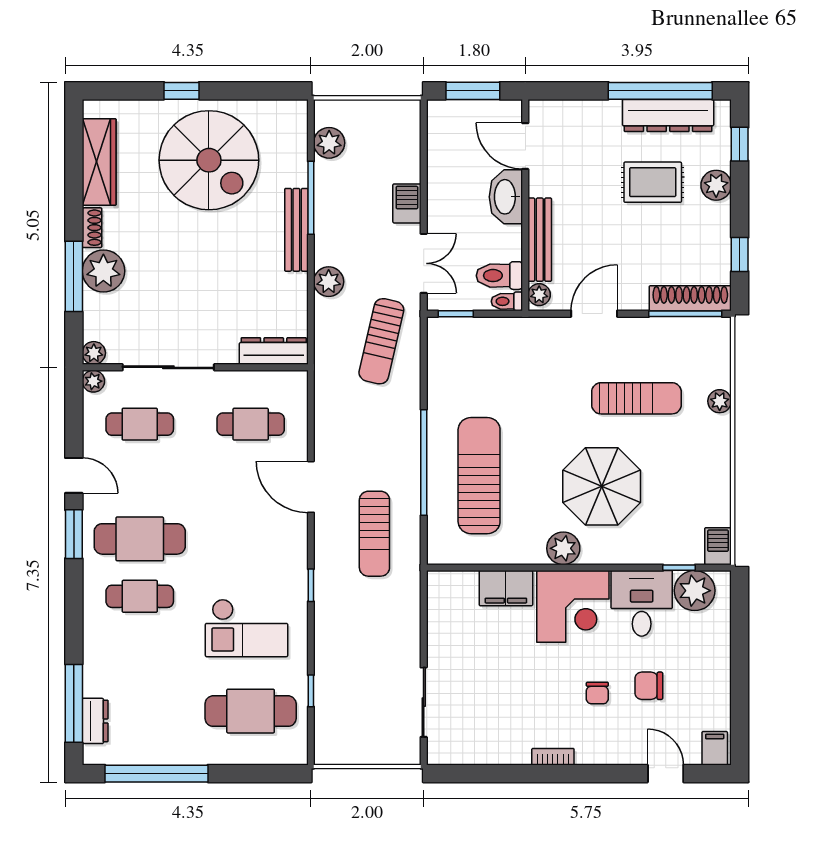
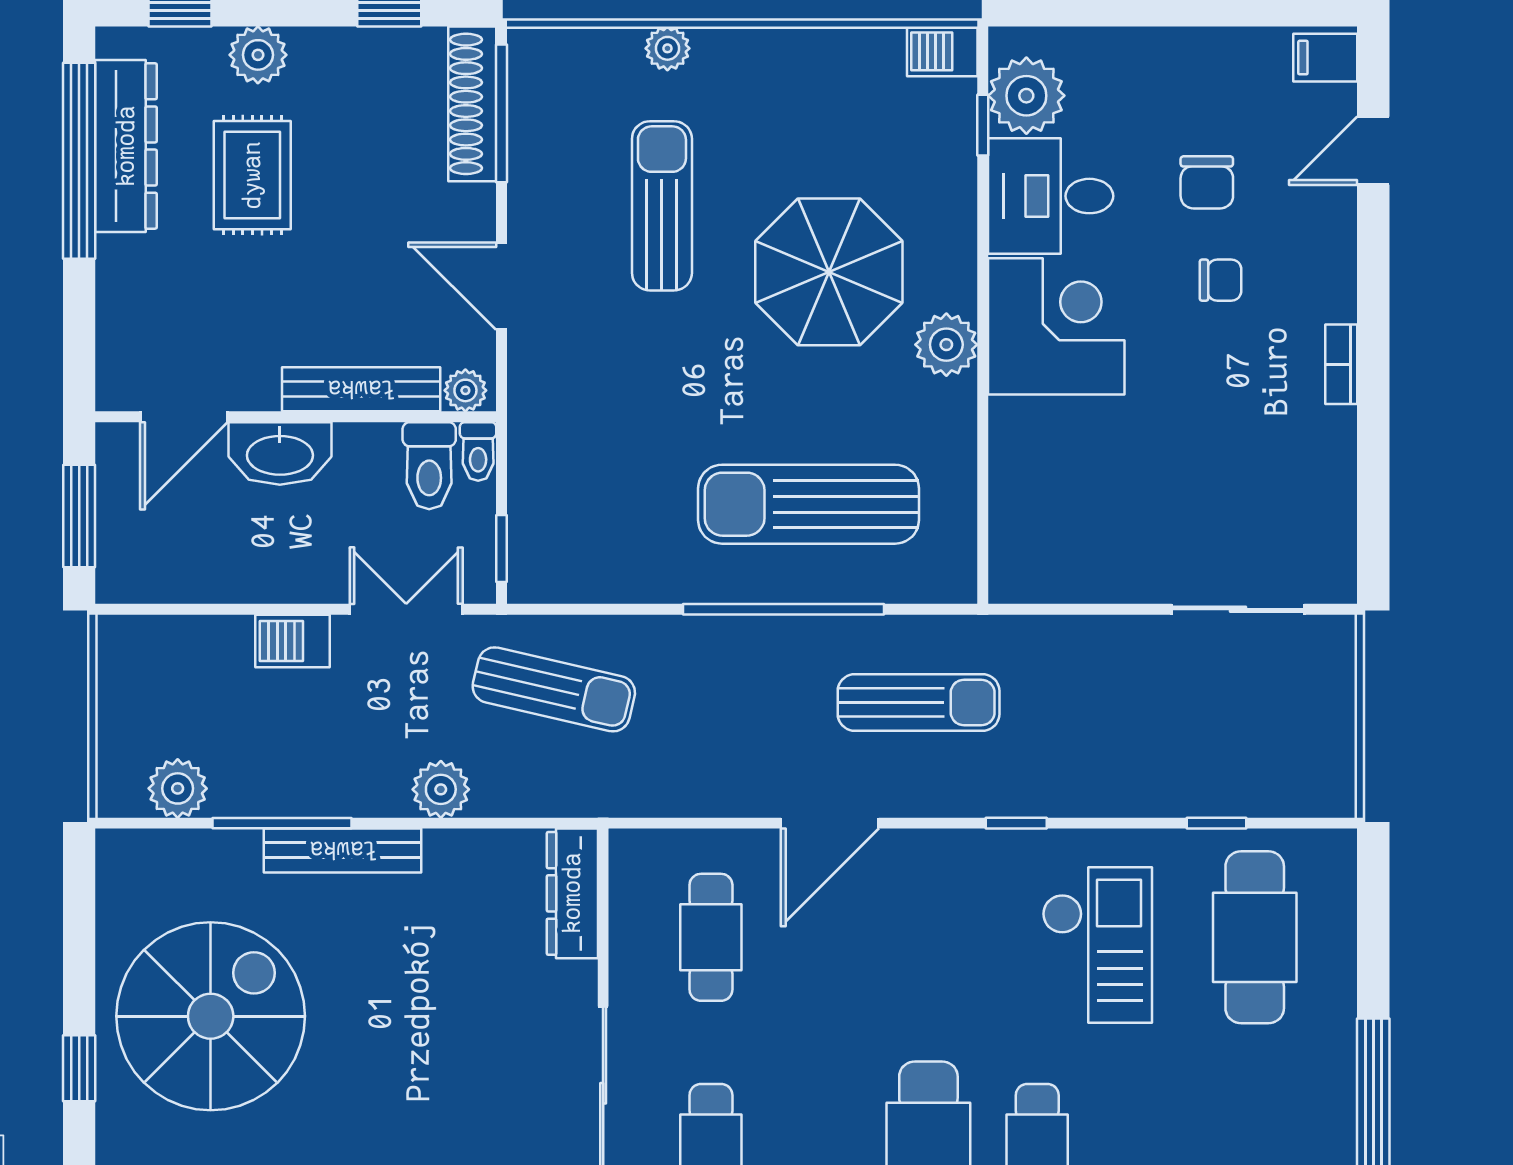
filing cabinet: (506, 588) -> (1022, 453), removed

